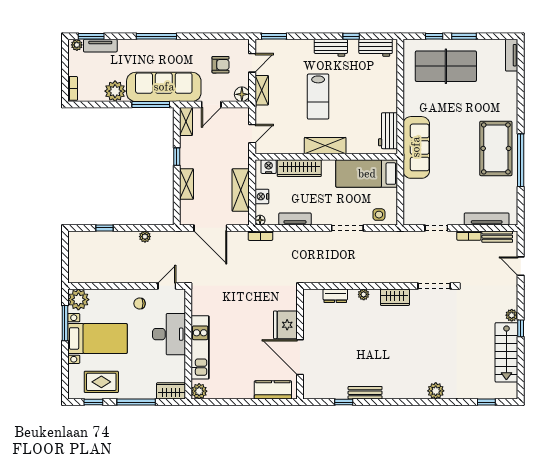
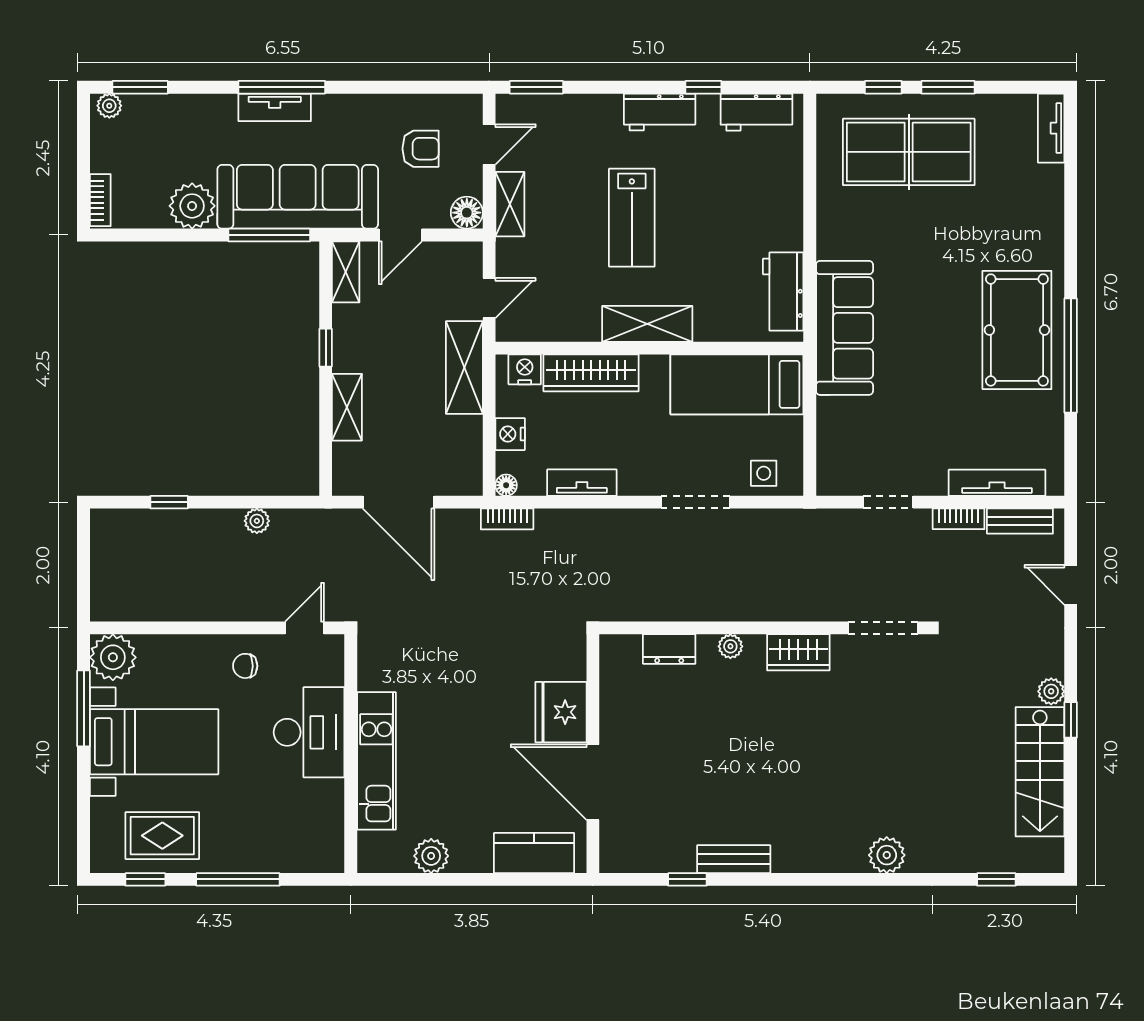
tv unit: (100, 46) -> (275, 107), moved
shelving: (241, 190) -> (464, 367), moved
wardrobe: (171, 391) -> (313, 855), removed
plant: (199, 391) -> (431, 856), moved

